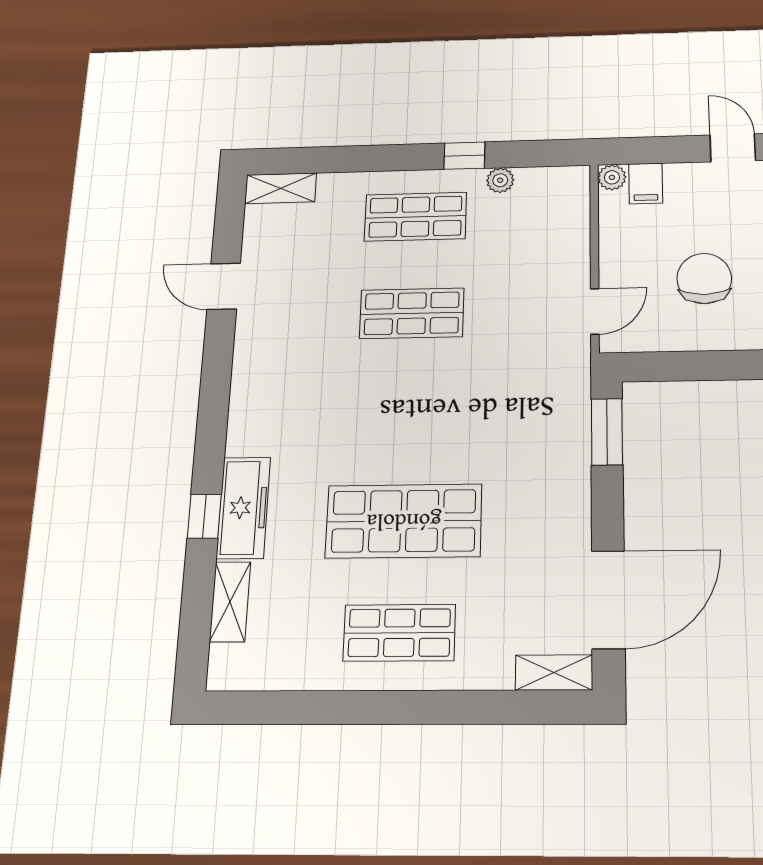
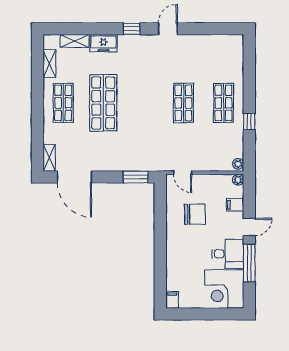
plant: (500, 180) -> (238, 164), moved
filing cabinet: (646, 183) -> (235, 205), moved
shelving: (281, 188) -> (49, 64), moved
door: (224, 286) -> (168, 29), moved
freezer: (243, 508) -> (104, 43), width x0.71
window: (204, 516) -> (132, 29), moved

